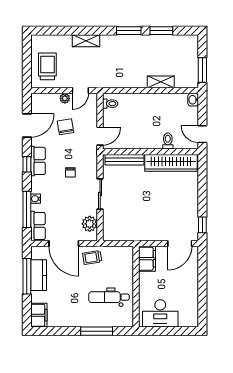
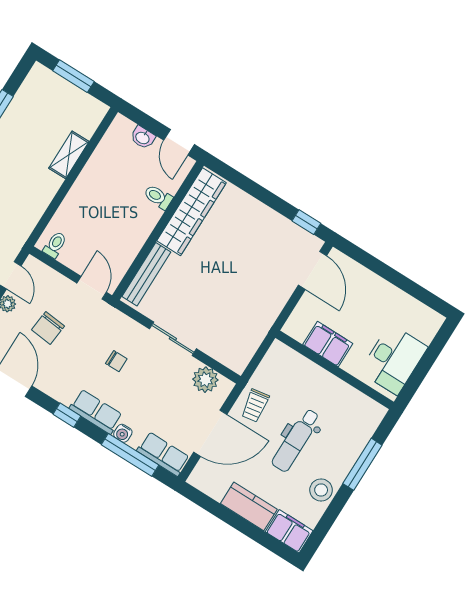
window: (202, 70) -> (73, 76), moved
washbasin: (193, 100) -> (143, 138), moved
chair: (65, 127) -> (48, 328), turned -75
door: (202, 134) -> (179, 142), hinge flipped
row of seats: (38, 161) -> (96, 412), moved
filing cabinet: (147, 259) -> (328, 344), moved
kitchen counter: (39, 275) -> (249, 506), moved
window: (27, 276) -> (224, 514), removed
dental chair: (109, 297) -> (296, 440), moved
stool: (70, 318) -> (321, 490), added

